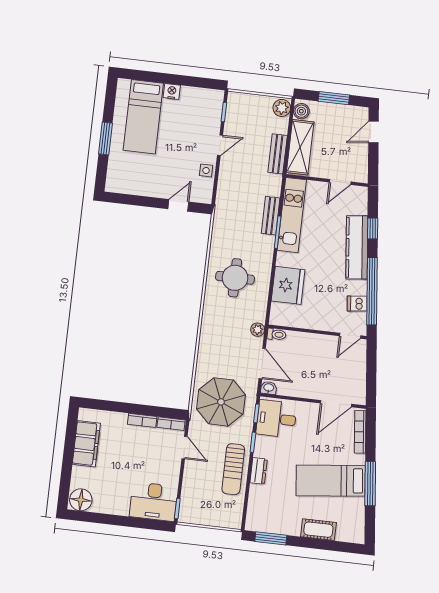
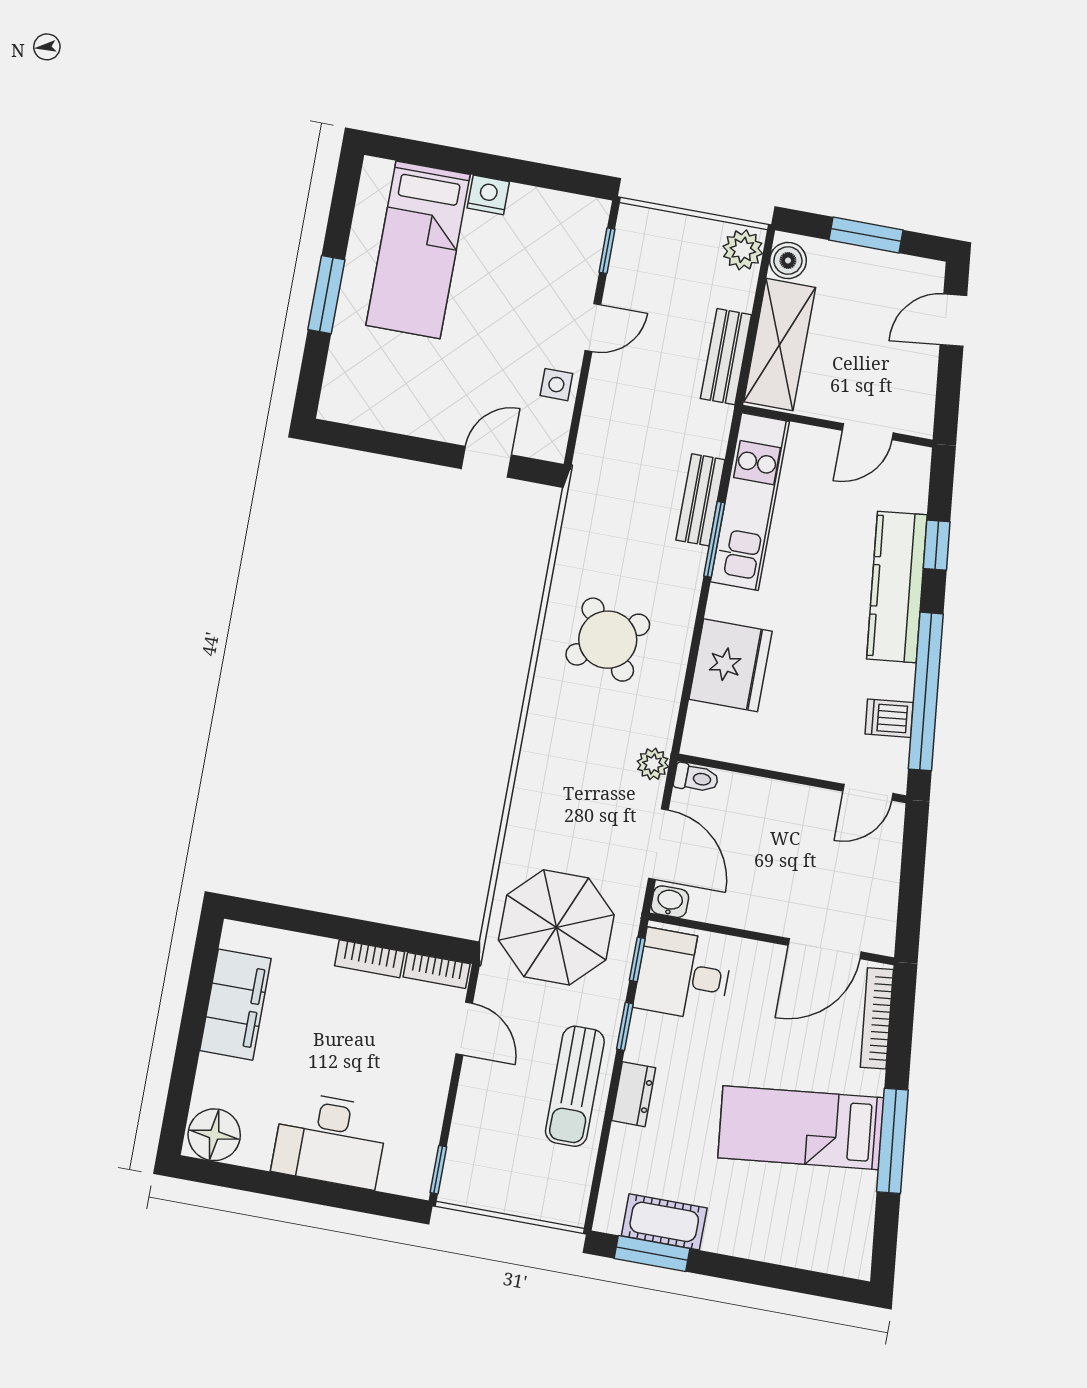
round table: (235, 278) -> (608, 640), turned -36
desk: (154, 502) -> (330, 1140), moved
cot: (318, 530) -> (664, 1222), moved

